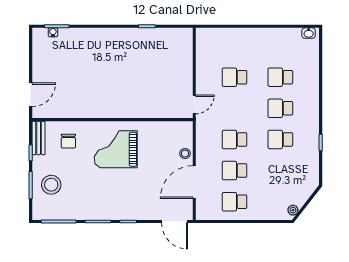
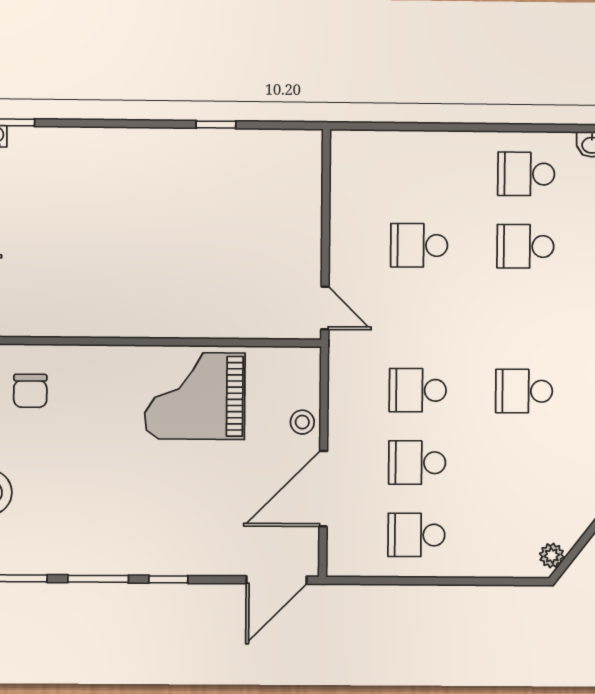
door: (194, 104) -> (325, 308), hinge flipped
school desk: (280, 108) -> (526, 174), moved
grand piano: (116, 149) -> (195, 396), moved
door: (175, 221) -> (276, 580), hinge flipped

